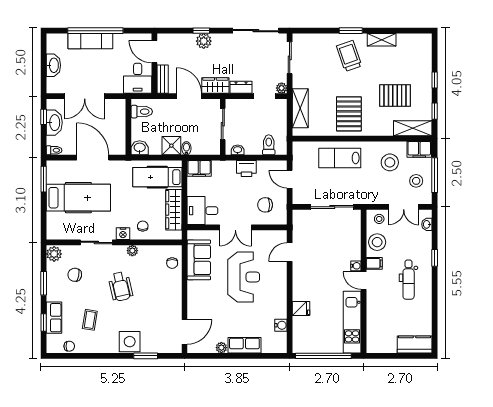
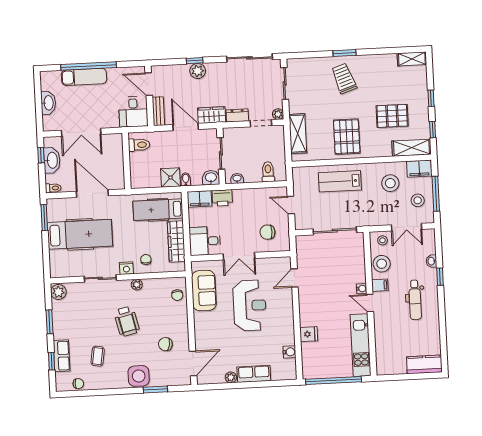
shelving: (382, 40) -> (412, 59), moved
washbasin: (140, 148) -> (211, 178), moved
printer: (246, 169) -> (222, 198), moved
washbasin: (427, 224) -> (431, 261), moved
chair: (75, 275) -> (165, 344), moved

